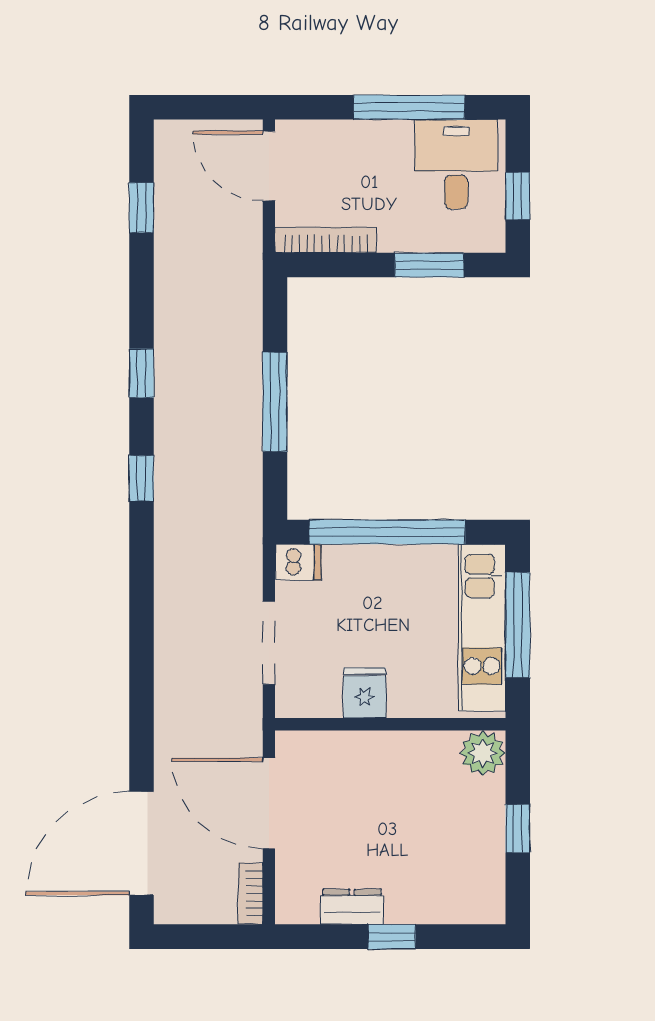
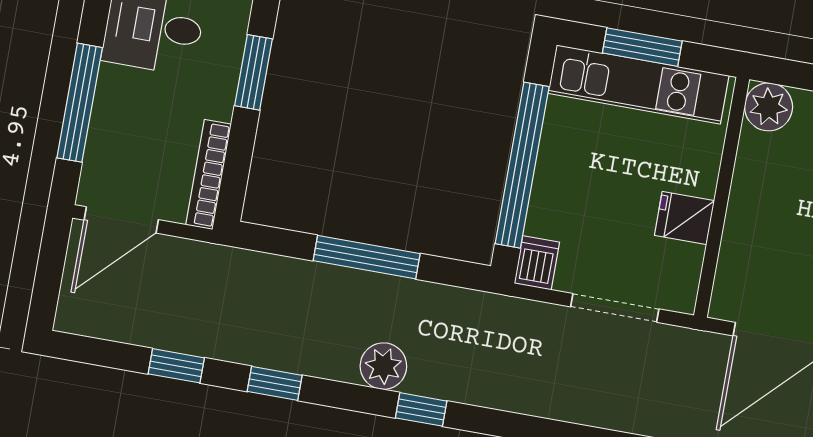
window: (409, 107) -> (80, 103), moved
window: (141, 208) -> (176, 366), moved
window: (141, 373) -> (275, 383), moved
plant: (176, 436) -> (383, 366), added
window: (518, 625) -> (642, 47), width x0.69

